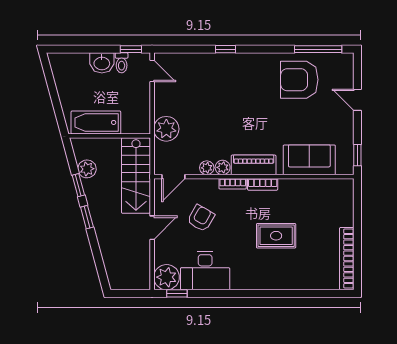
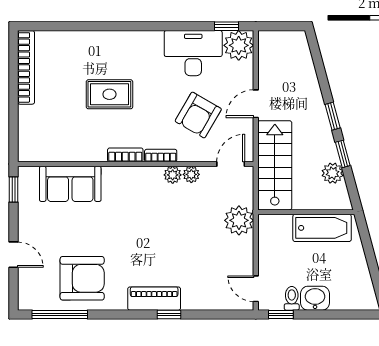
piano: (254, 165) -> (154, 299), moved, turned 180
armchair: (201, 218) -> (198, 115), width x1.38, depth x1.38

